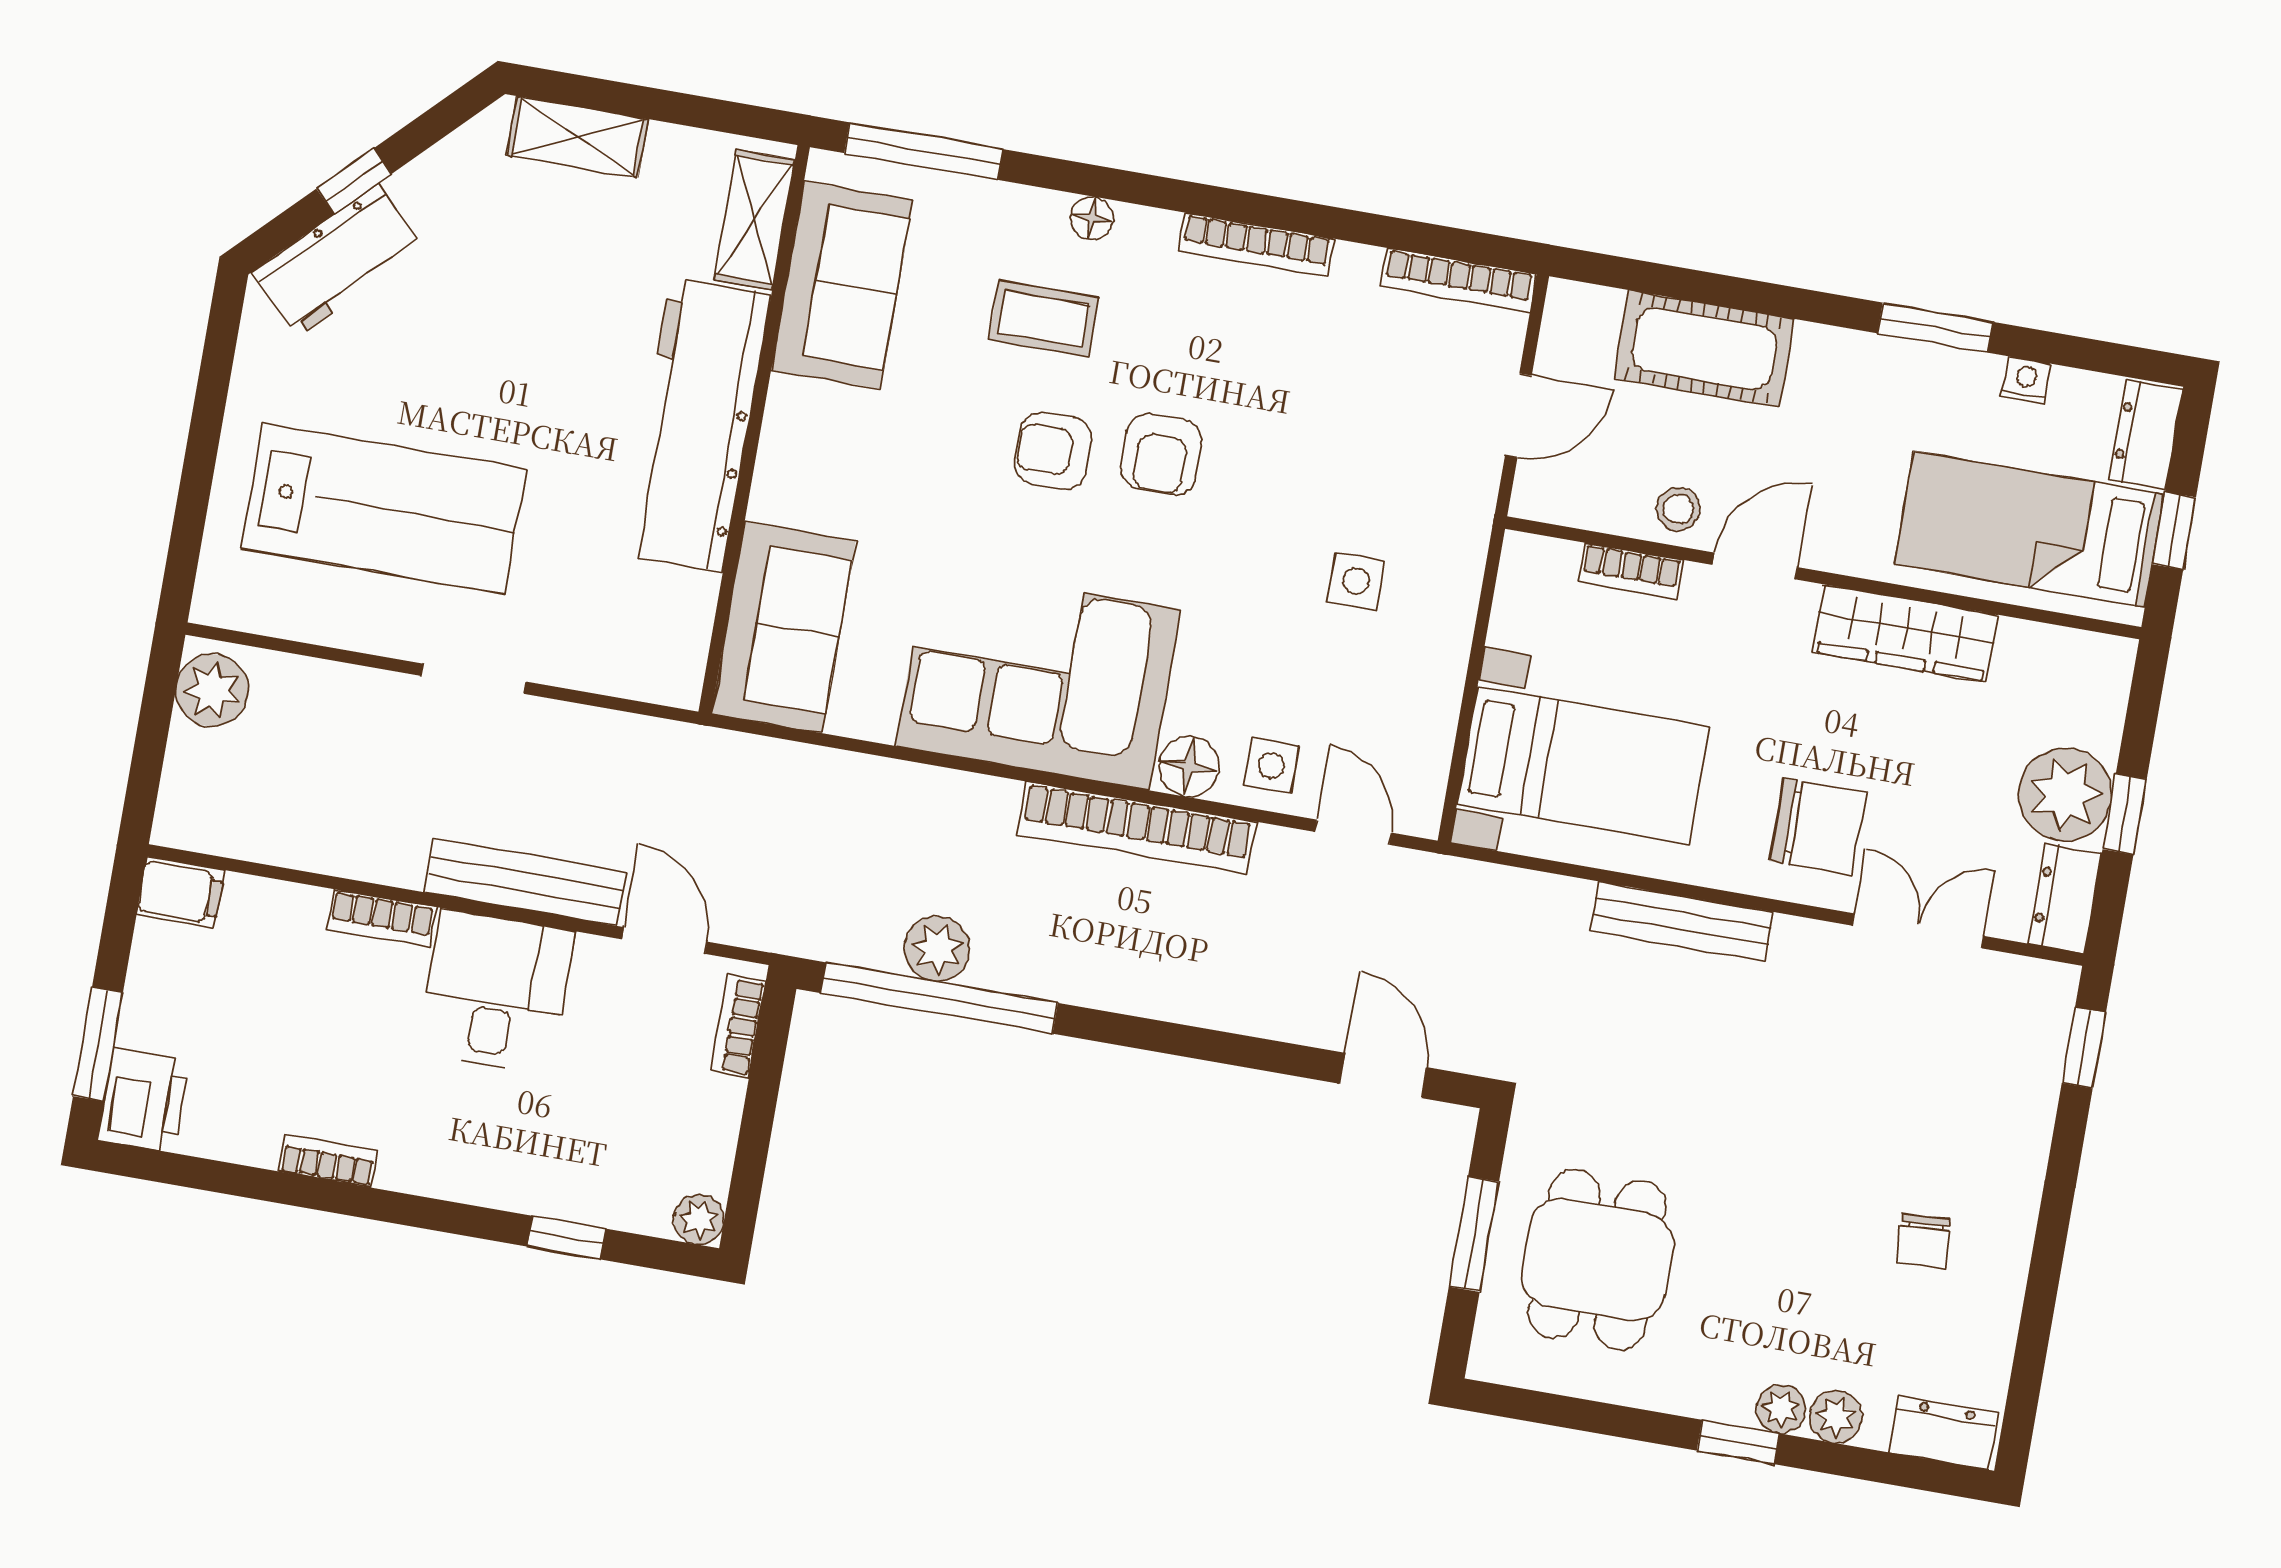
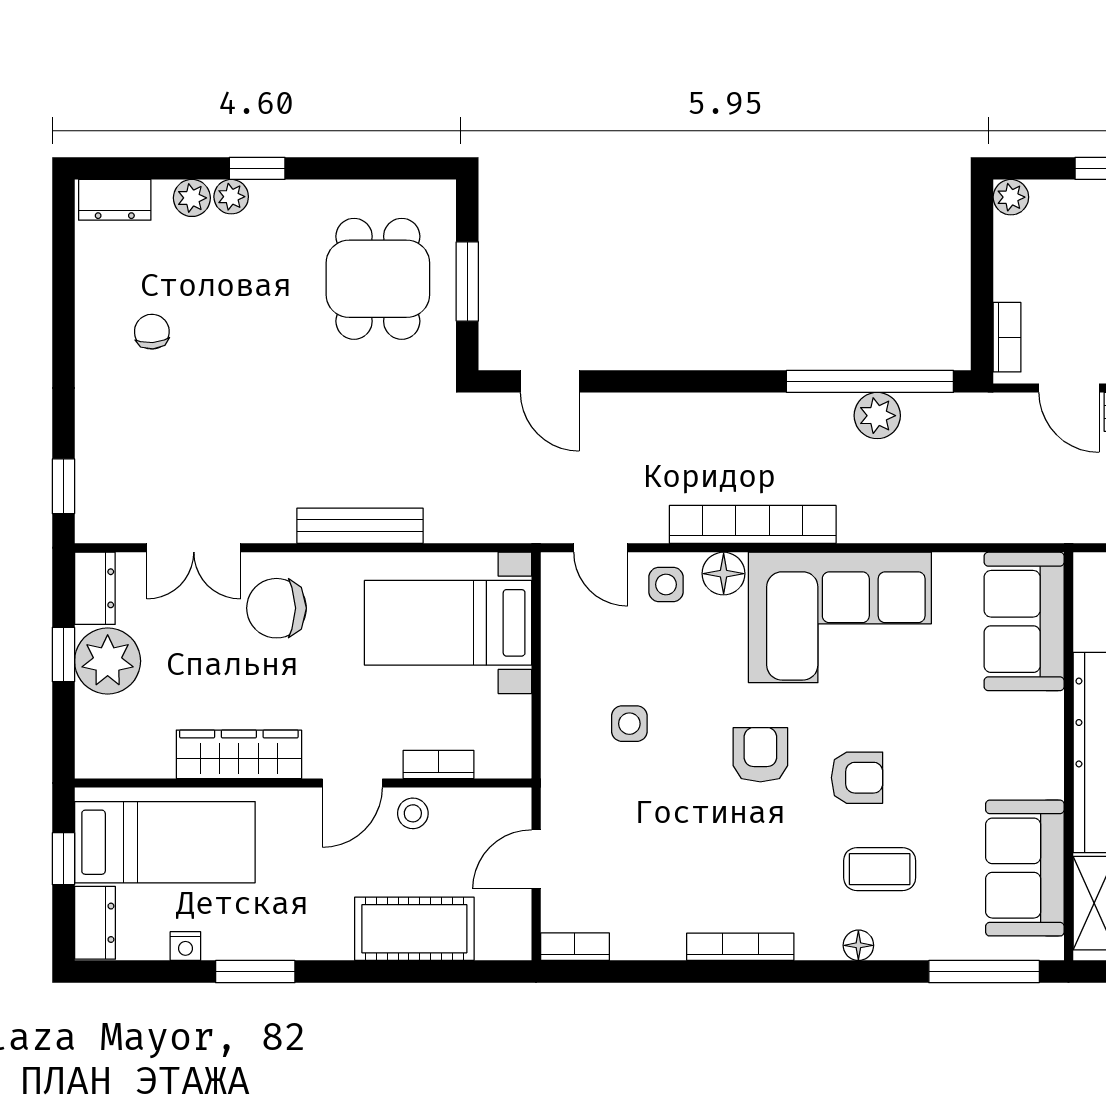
bookcase: (1459, 280) -> (575, 947), width x0.64
armchair: (1161, 454) -> (760, 755), moved

